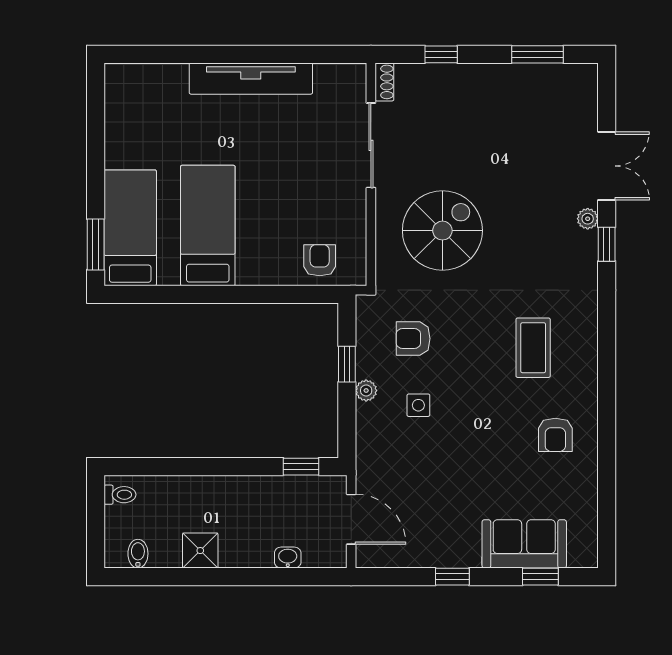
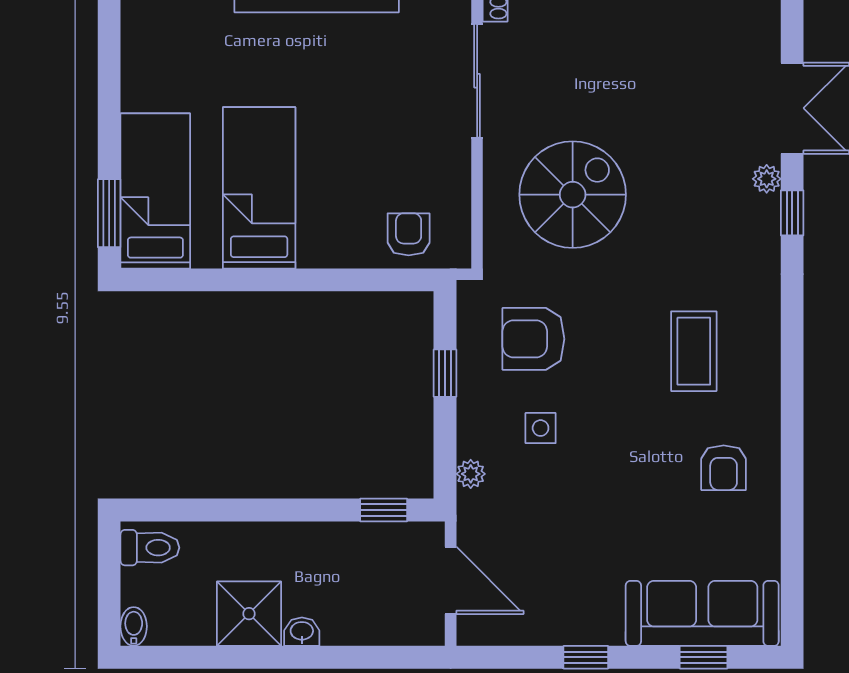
armchair: (413, 339) -> (533, 339), width x1.38, depth x1.38
plant: (366, 390) -> (471, 474), moved
toilet: (120, 495) -> (150, 548), width x1.37, depth x1.39
sofa: (524, 544) -> (702, 613), width x1.36
shower: (200, 551) -> (249, 614), width x1.36, depth x1.36
bidet: (138, 554) -> (134, 626), moved
washbasin: (288, 558) -> (302, 632), moved

